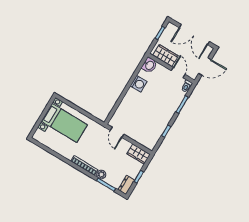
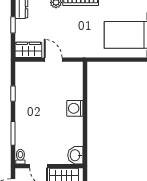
washing machine: (139, 84) -> (75, 108), moved
door: (117, 132) -> (53, 60), moved

